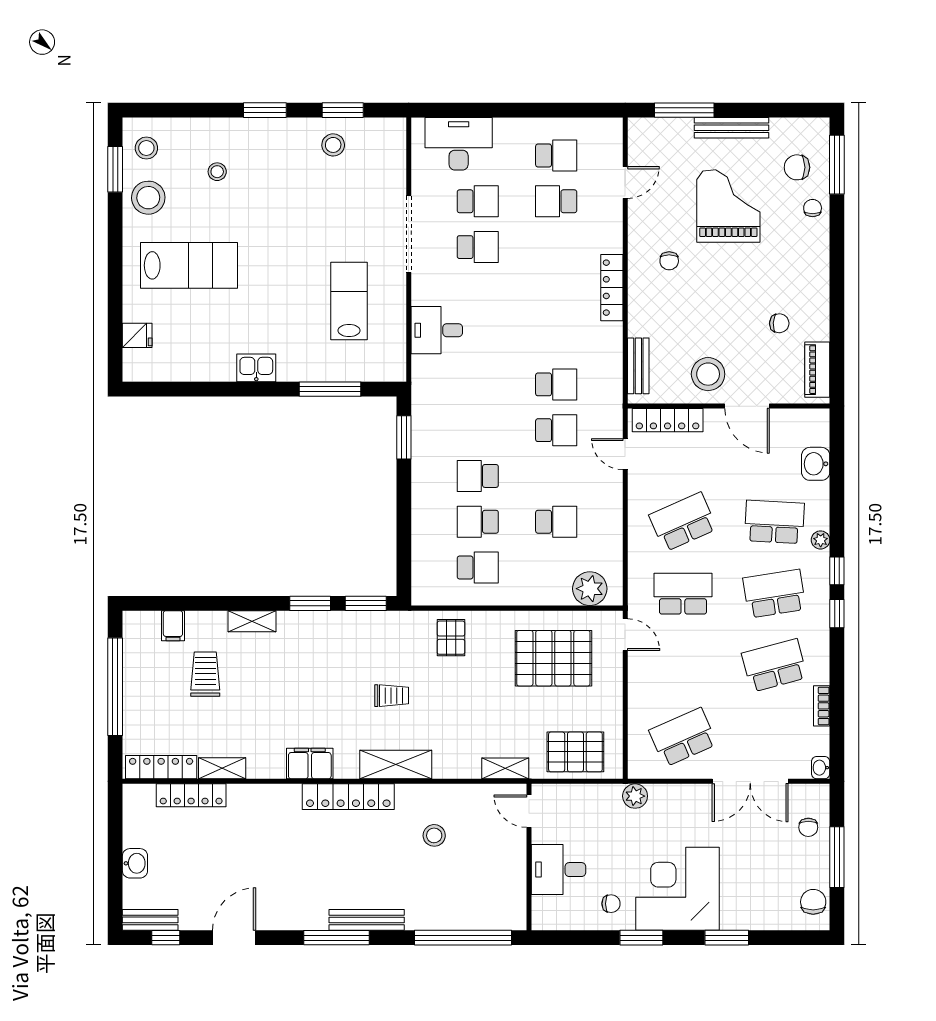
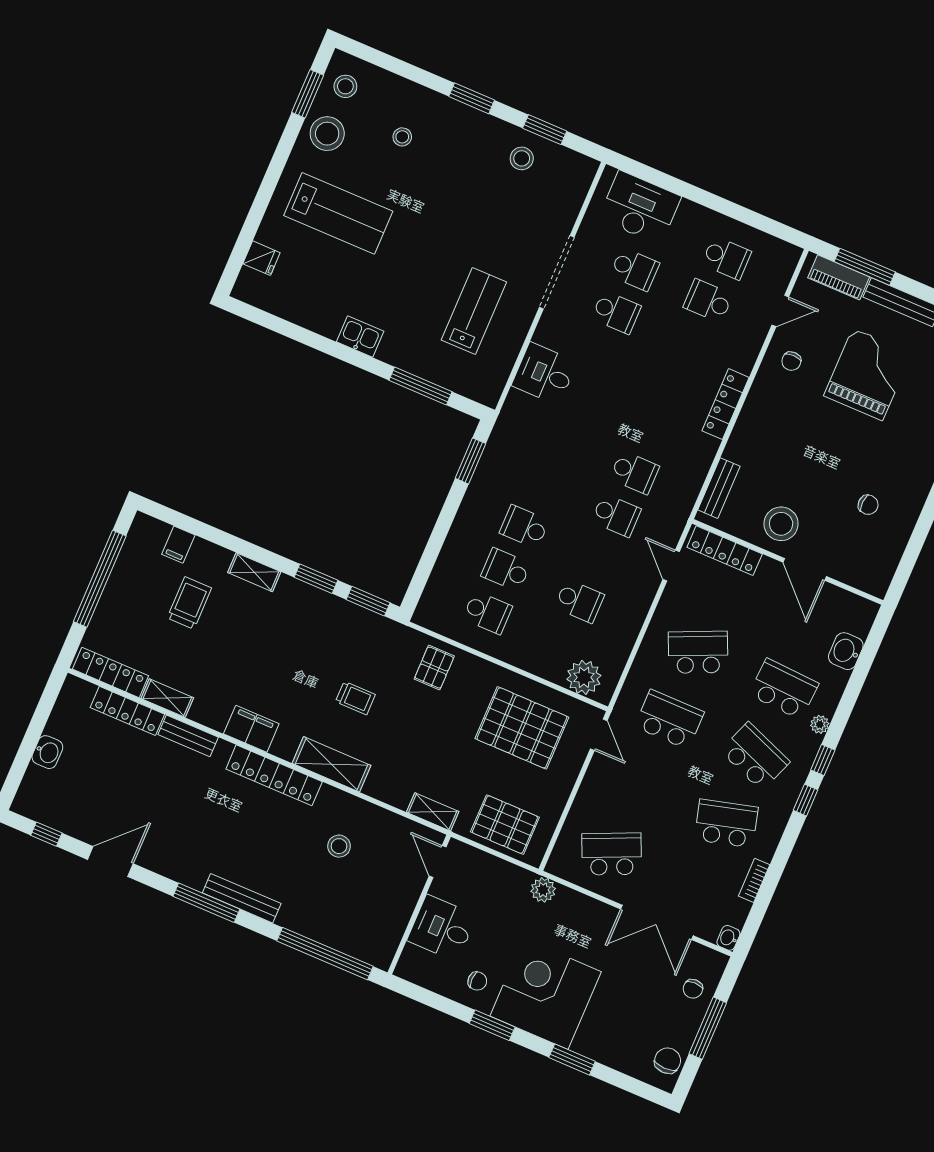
chair: (669, 261) -> (791, 361), moved
piano: (817, 370) -> (839, 277), moved, turned -90
school desk: (774, 594) -> (755, 756), turned 30
bench: (150, 920) -> (188, 736), moved

